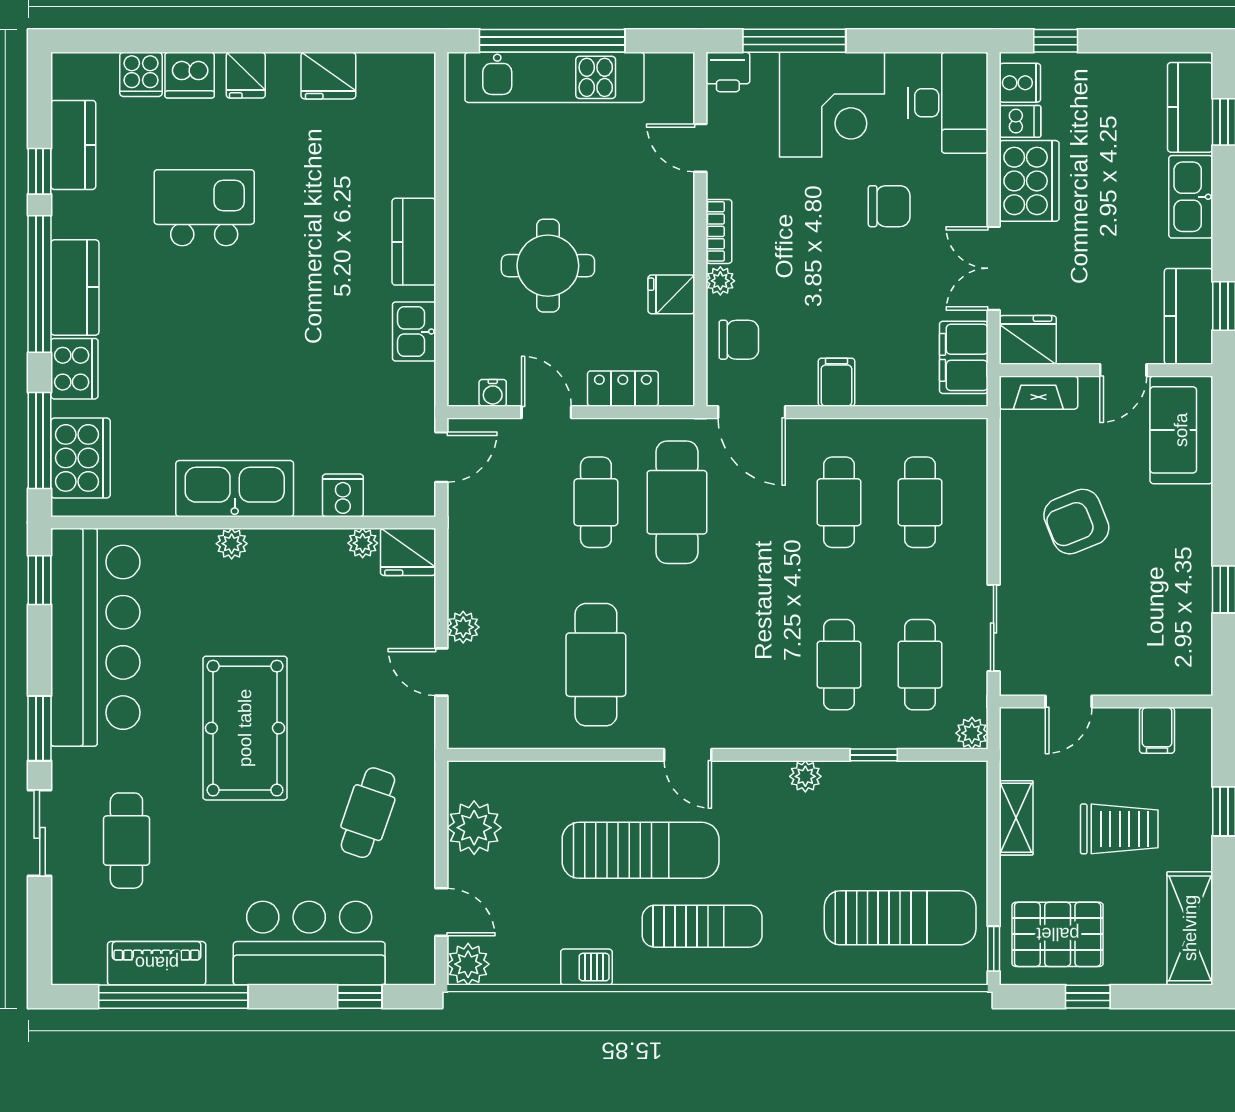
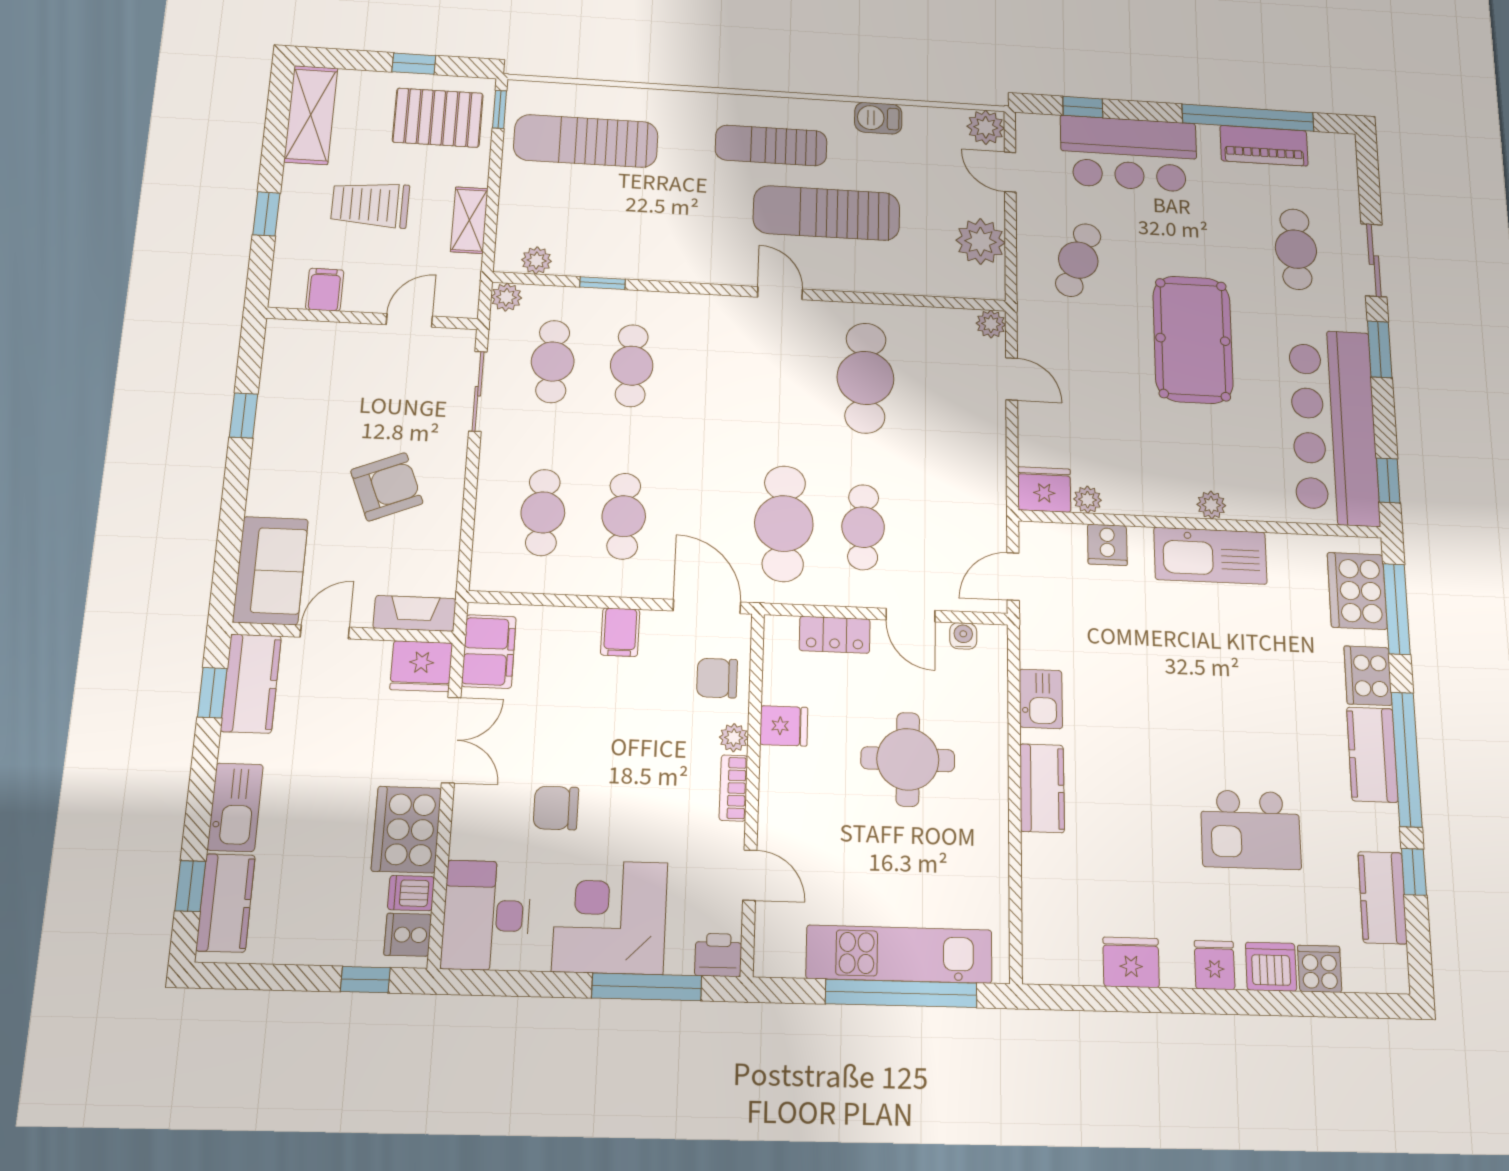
plant: (463, 627) -> (991, 324), moved
plant: (805, 776) -> (537, 260), moved

